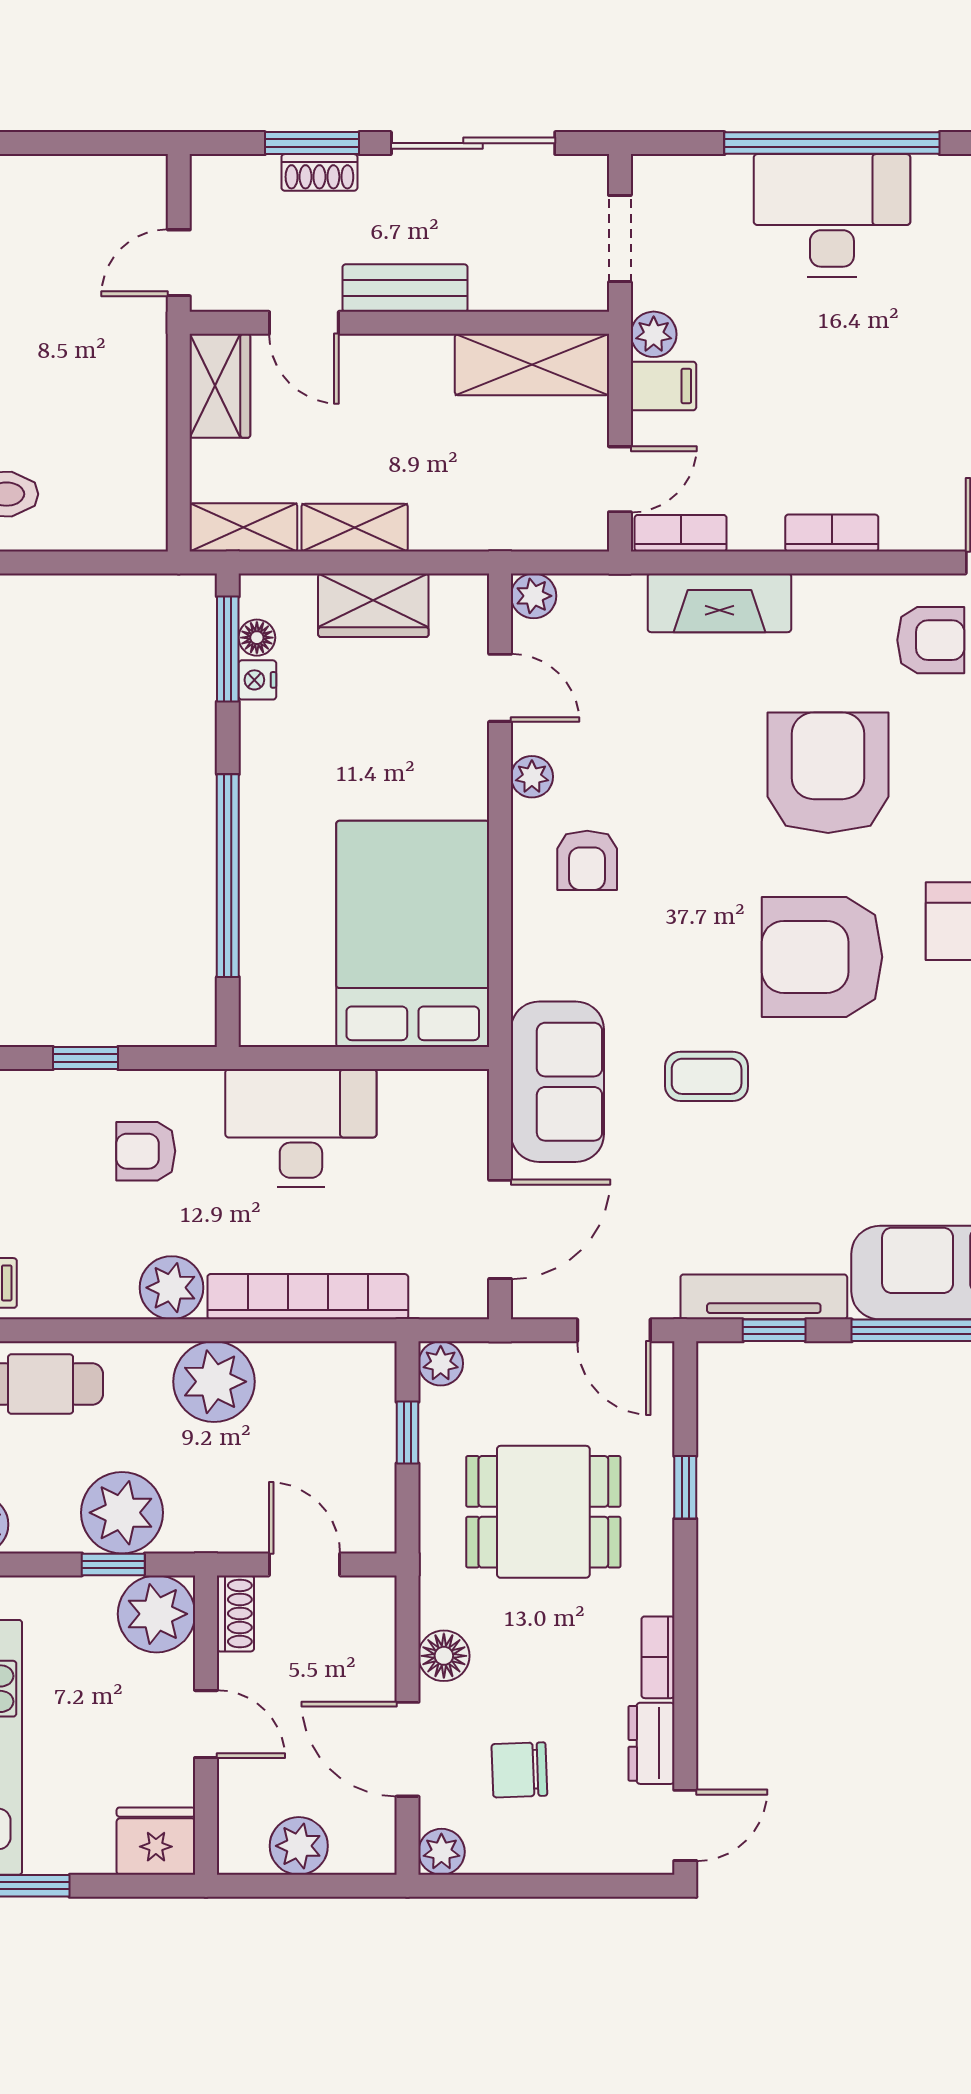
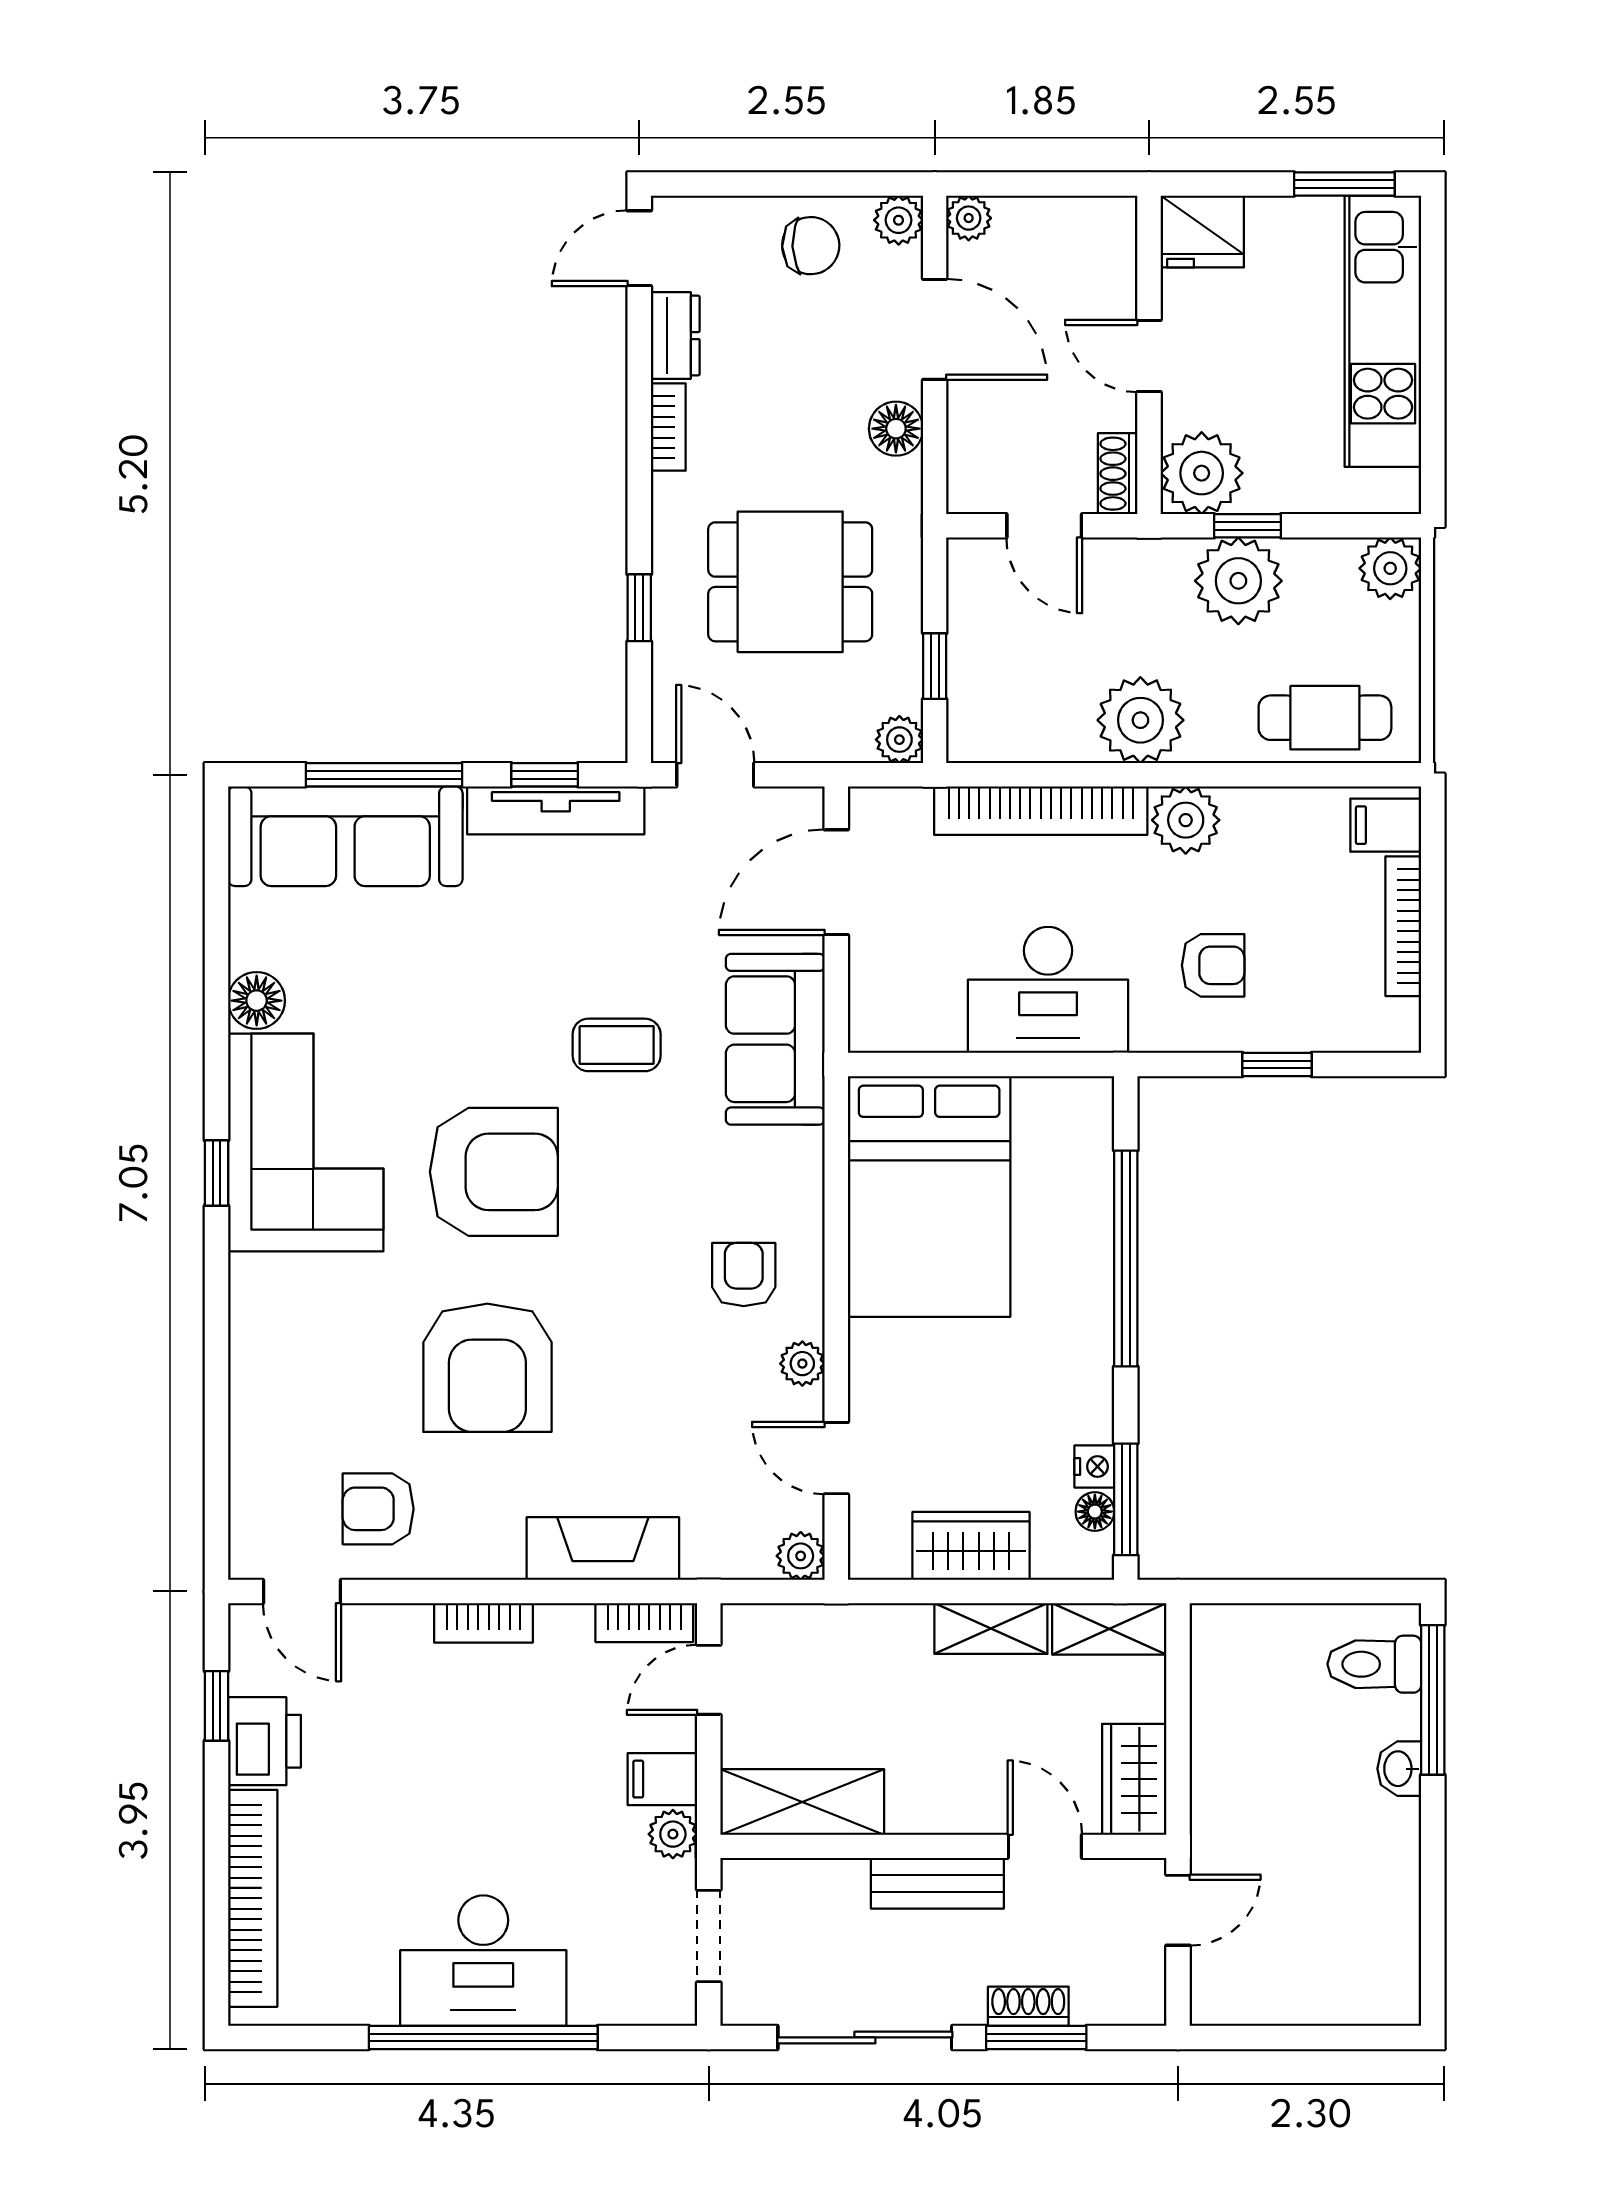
chair: (519, 1770) -> (811, 246), moved
plant: (299, 1846) -> (969, 218), moved, width x0.73, depth x0.73

